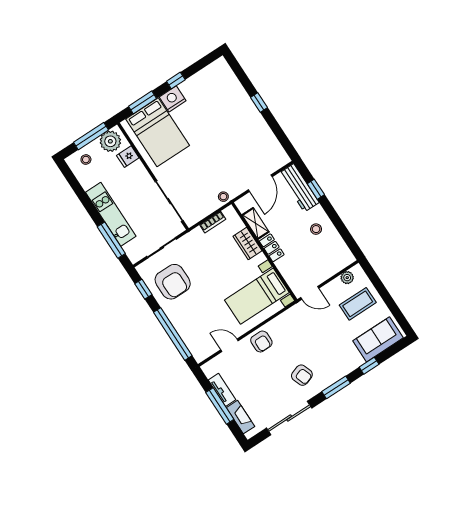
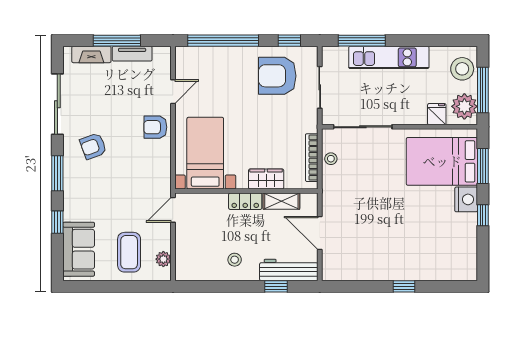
stool: (86, 160) -> (462, 69), width x1.89, depth x1.89
stool: (223, 197) -> (331, 159), moved
bookcase: (213, 222) -> (312, 158), width x1.56

